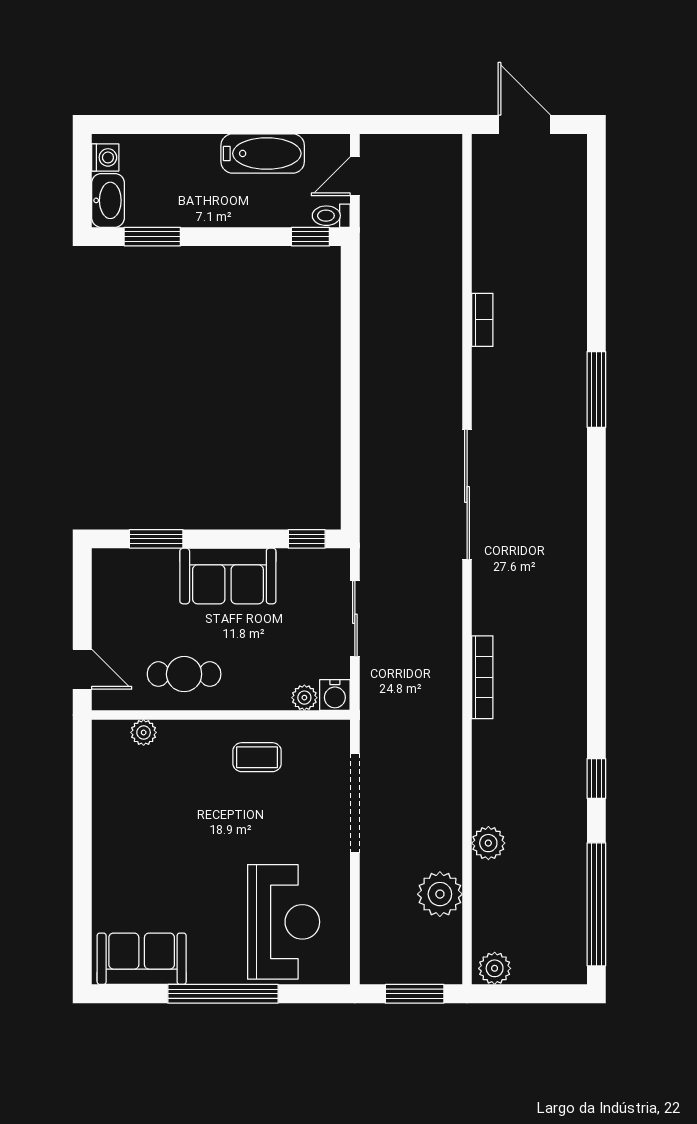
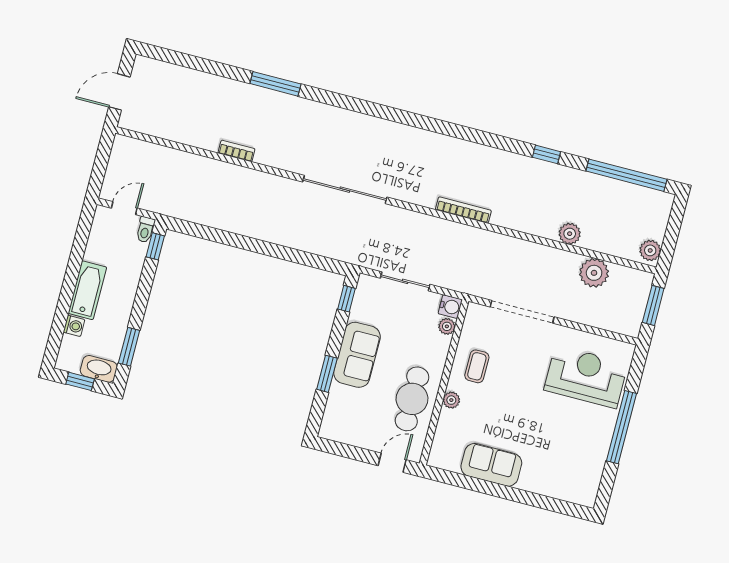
bathtub: (263, 153) -> (87, 290), moved
washing machine: (105, 157) -> (74, 326), moved, turned 90
door: (355, 176) -> (124, 208), swing flipped
window: (82, 178) -> (80, 381), added
window: (596, 390) -> (275, 84), moved
window: (156, 539) -> (327, 374), moved
cafe table: (184, 674) -> (412, 399), width x1.37, depth x1.35
plant: (144, 732) -> (451, 400), moved
sofa: (142, 959) -> (491, 465), moved, turned 90

